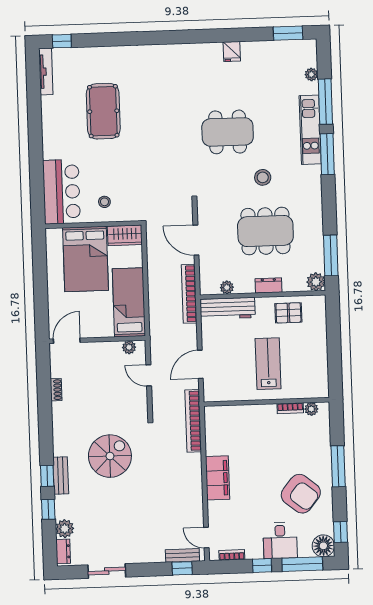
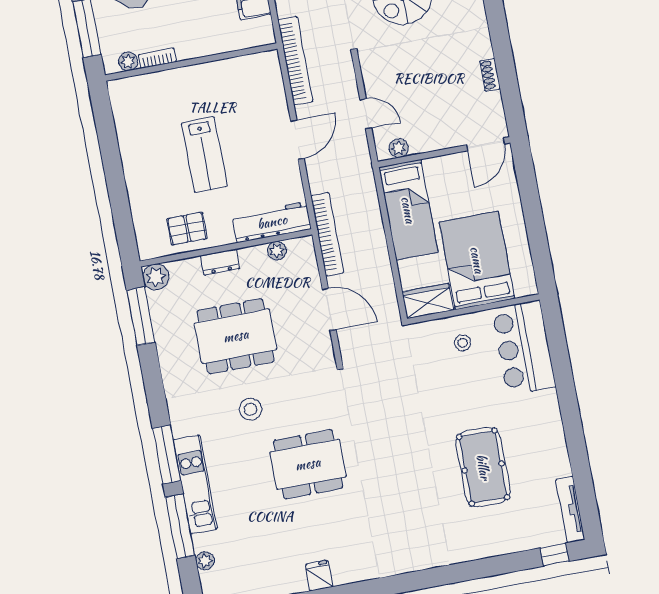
wall: (266, 402) -> (191, 62), moved
bookcase: (290, 408) -> (157, 58), moved
plant: (311, 409) -> (128, 62), moved

